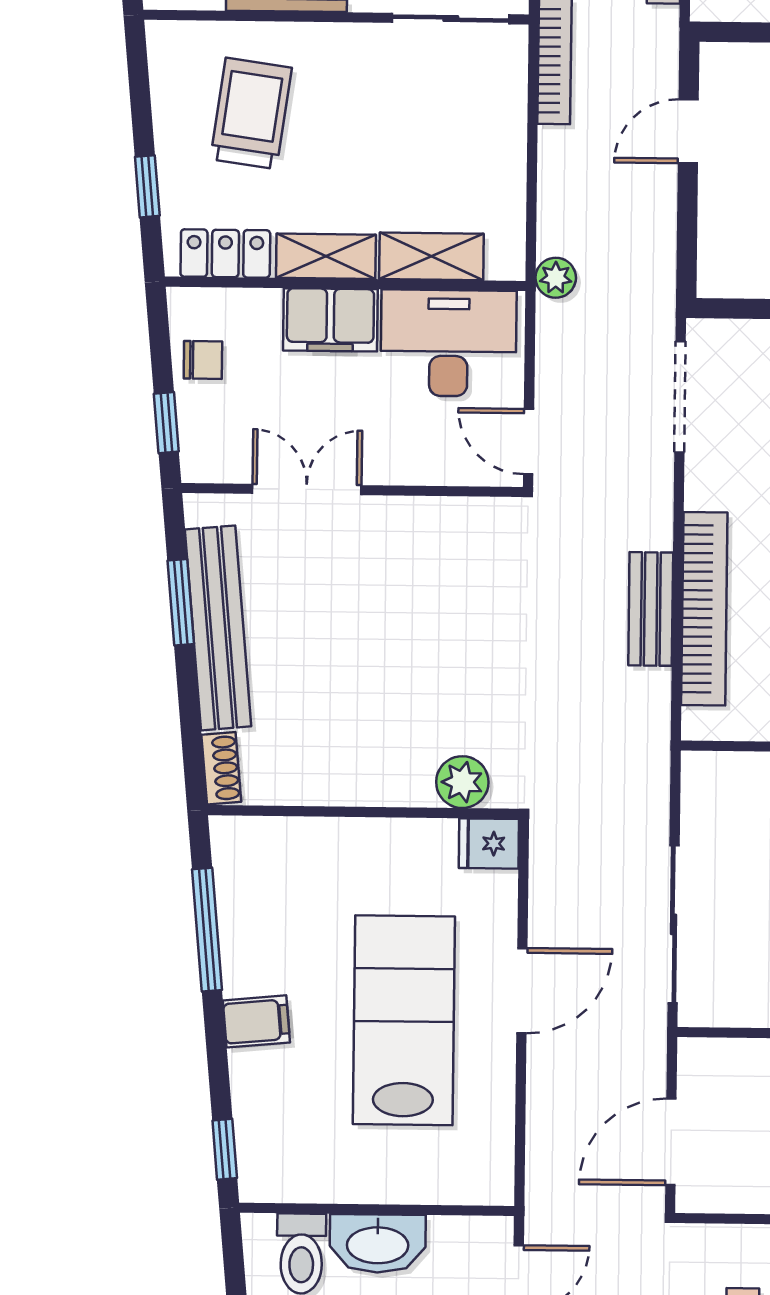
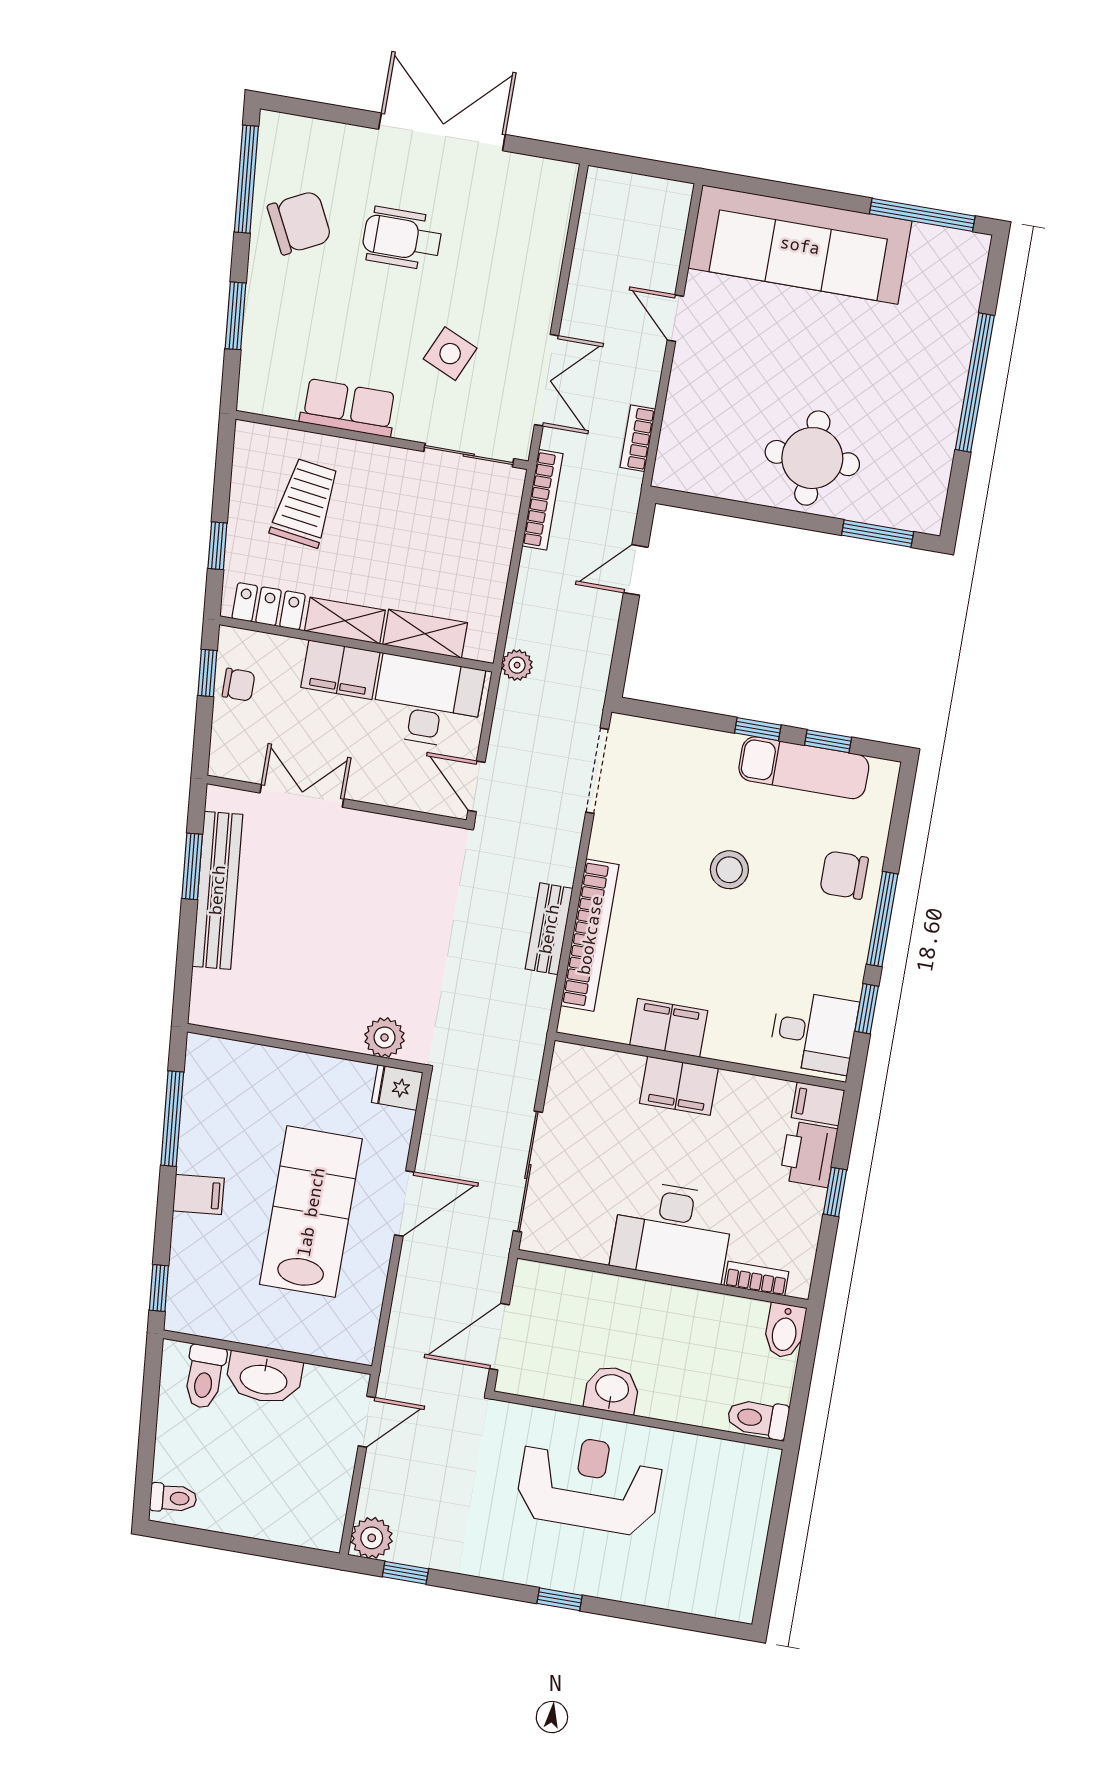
window: (166, 423) -> (207, 673), moved
shoe rack: (221, 768) -> (203, 998), removed

